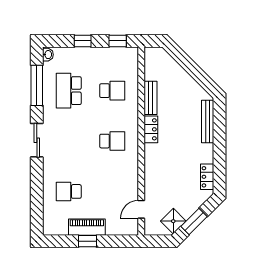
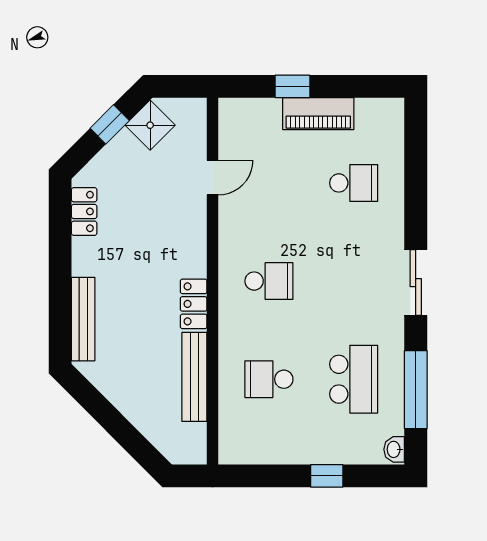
window: (118, 41) -> (258, 476), removed
bench: (150, 98) -> (194, 377), width x1.36
school desk: (112, 141) -> (269, 281), turned 180
door: (141, 209) -> (213, 178), moved
window: (194, 222) -> (110, 124), width x0.67
window: (88, 241) -> (293, 86), moved

